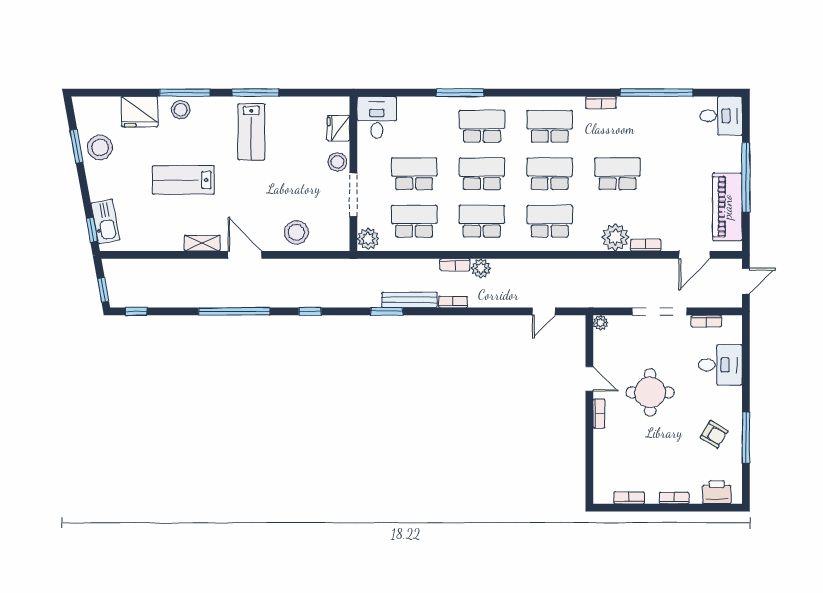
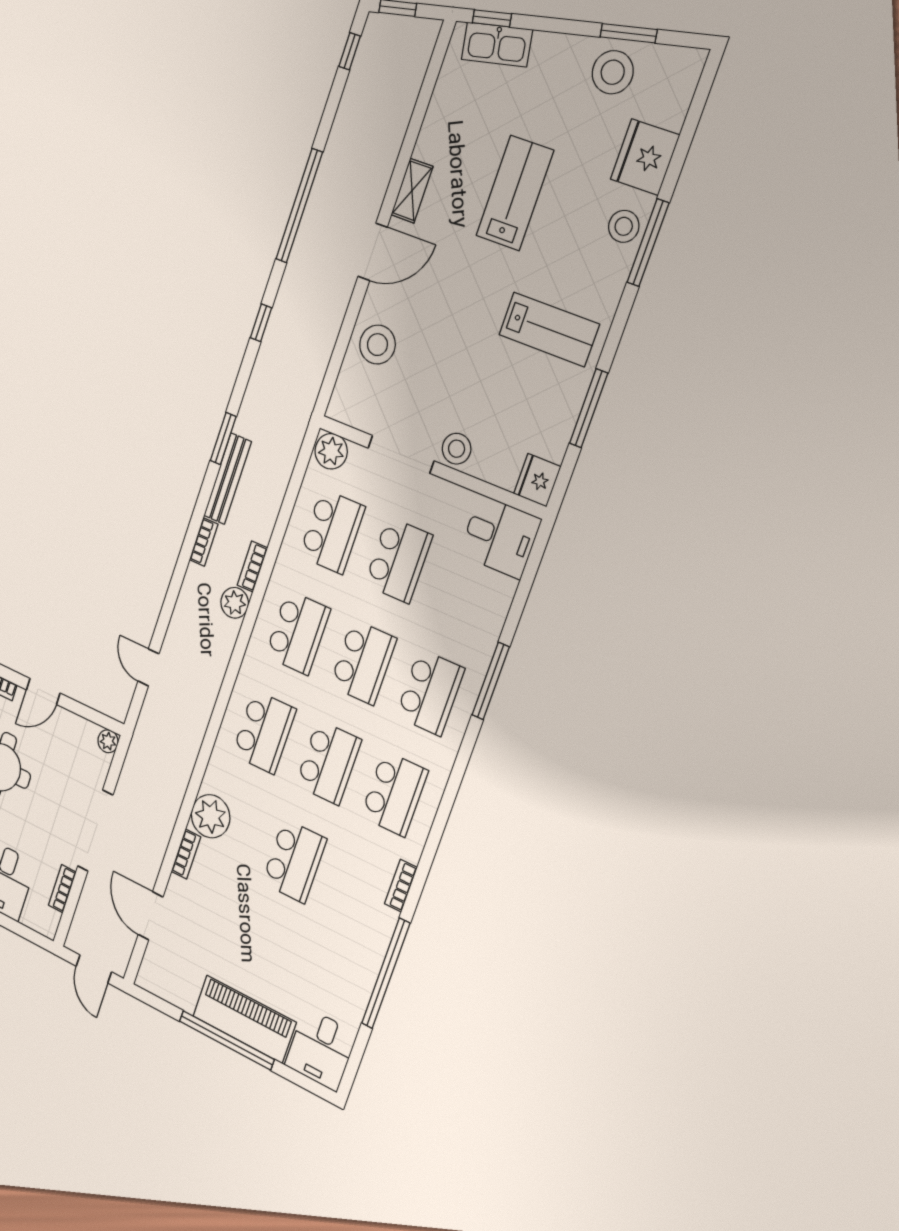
window: (255, 93) -> (589, 408), moved
fridge: (339, 128) -> (537, 480), moved, turned -90
lab bench: (251, 132) -> (549, 329), turned 180
piano: (727, 207) -> (244, 1019), moved

